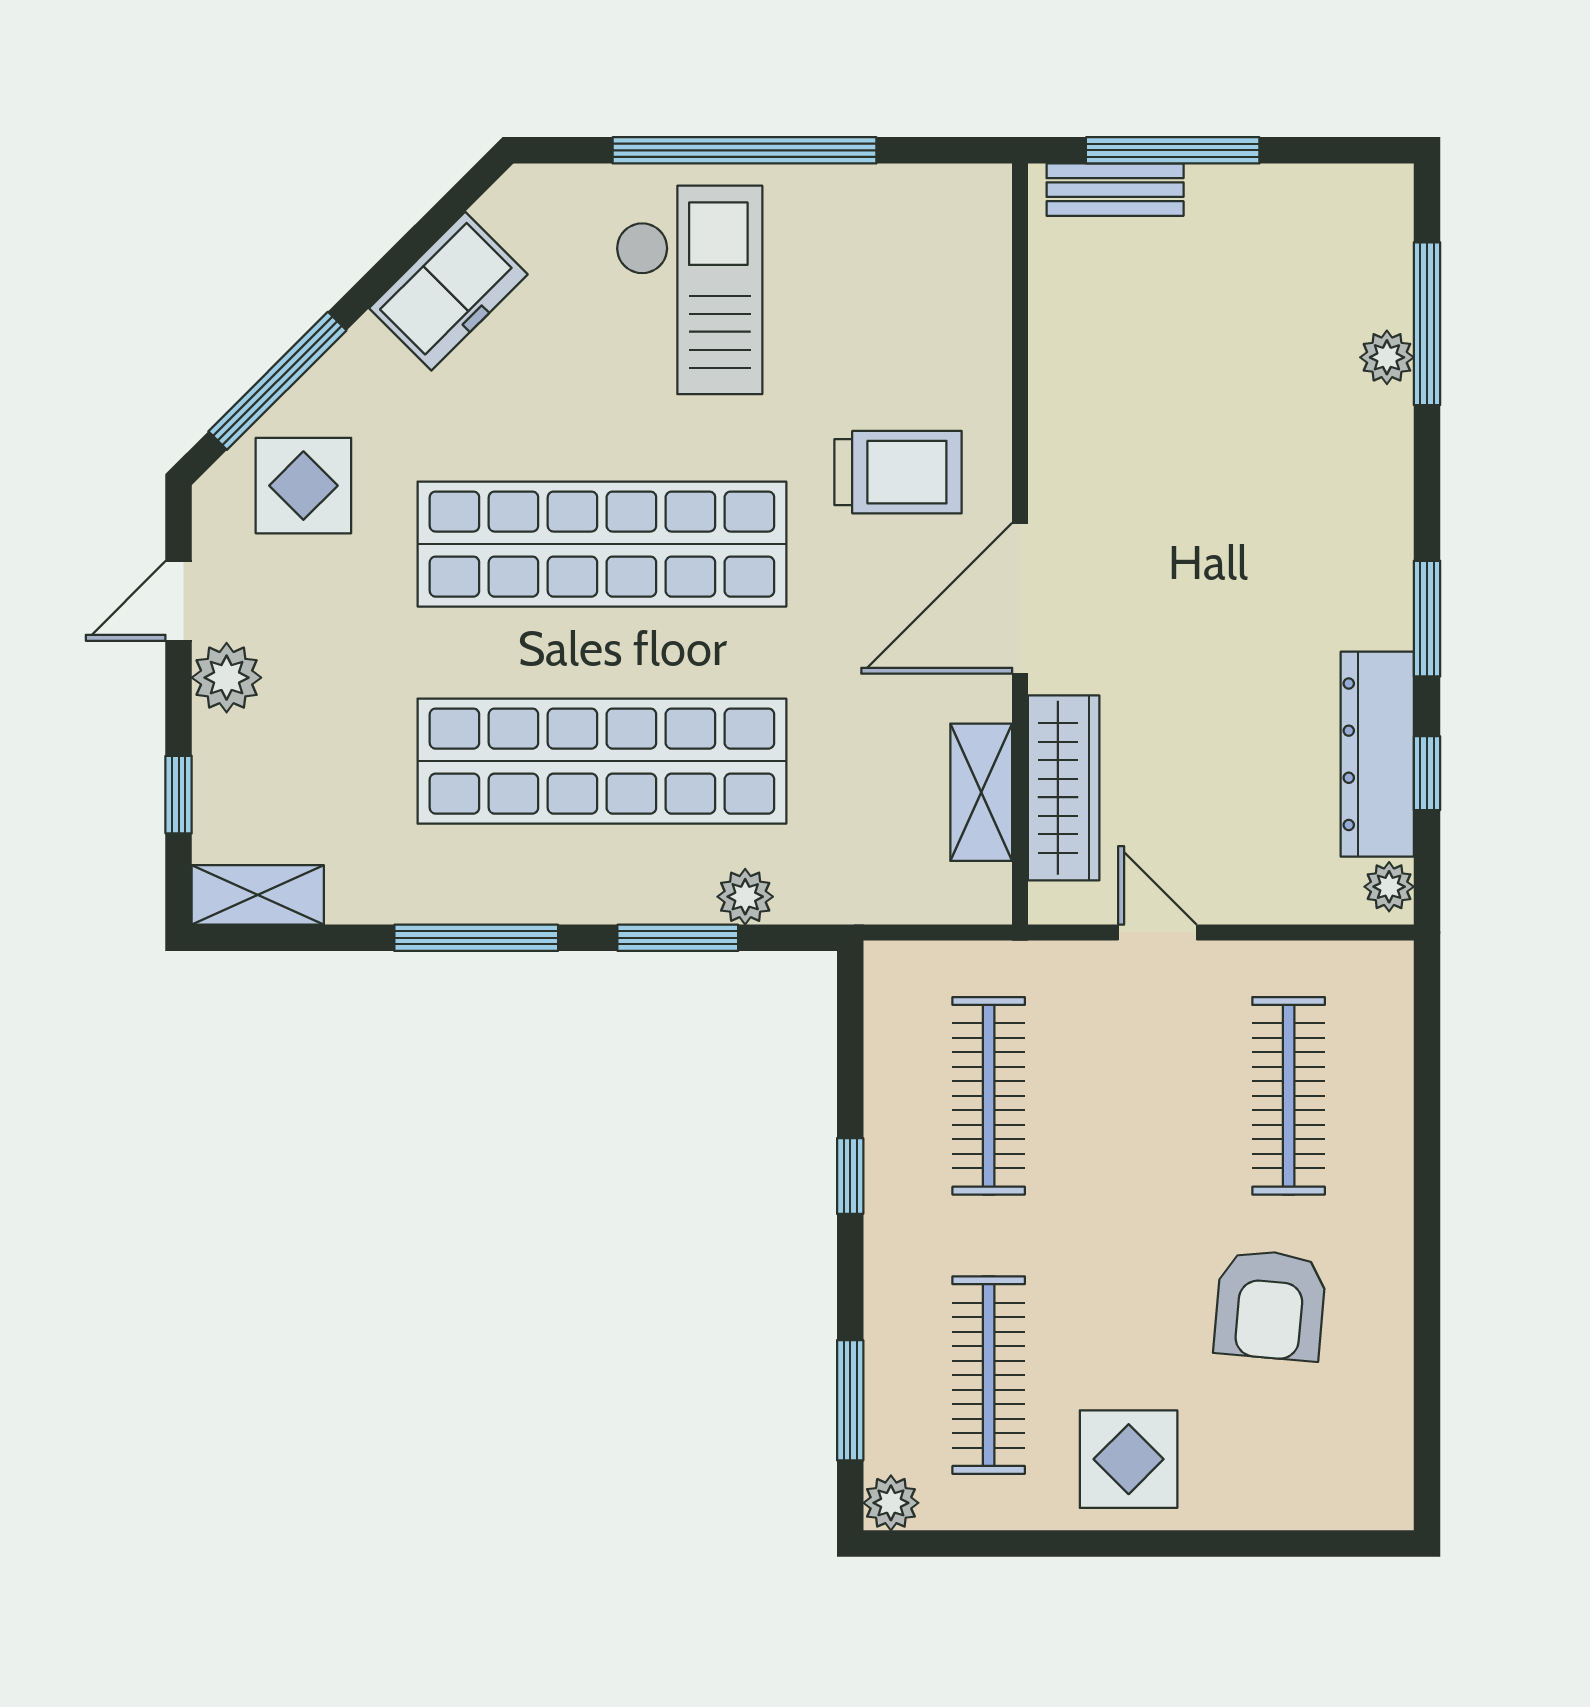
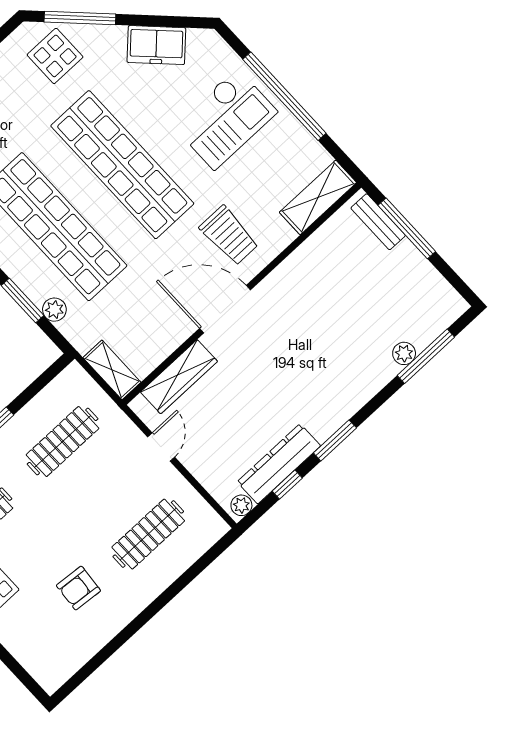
shelving: (975, 255) -> (318, 197), added
shelving: (981, 792) -> (112, 370), moved, turned 90
armchair: (1270, 1305) -> (78, 588), width x0.72, depth x0.72

